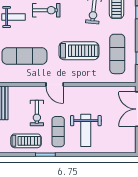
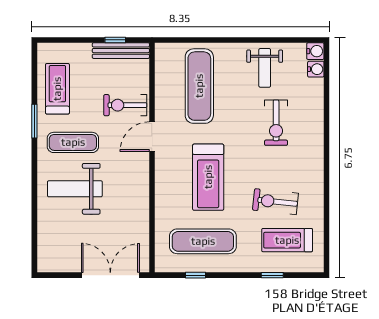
exercise bike: (37, 113) -> (125, 105), moved
treadmill: (26, 141) -> (57, 89), turned 180

